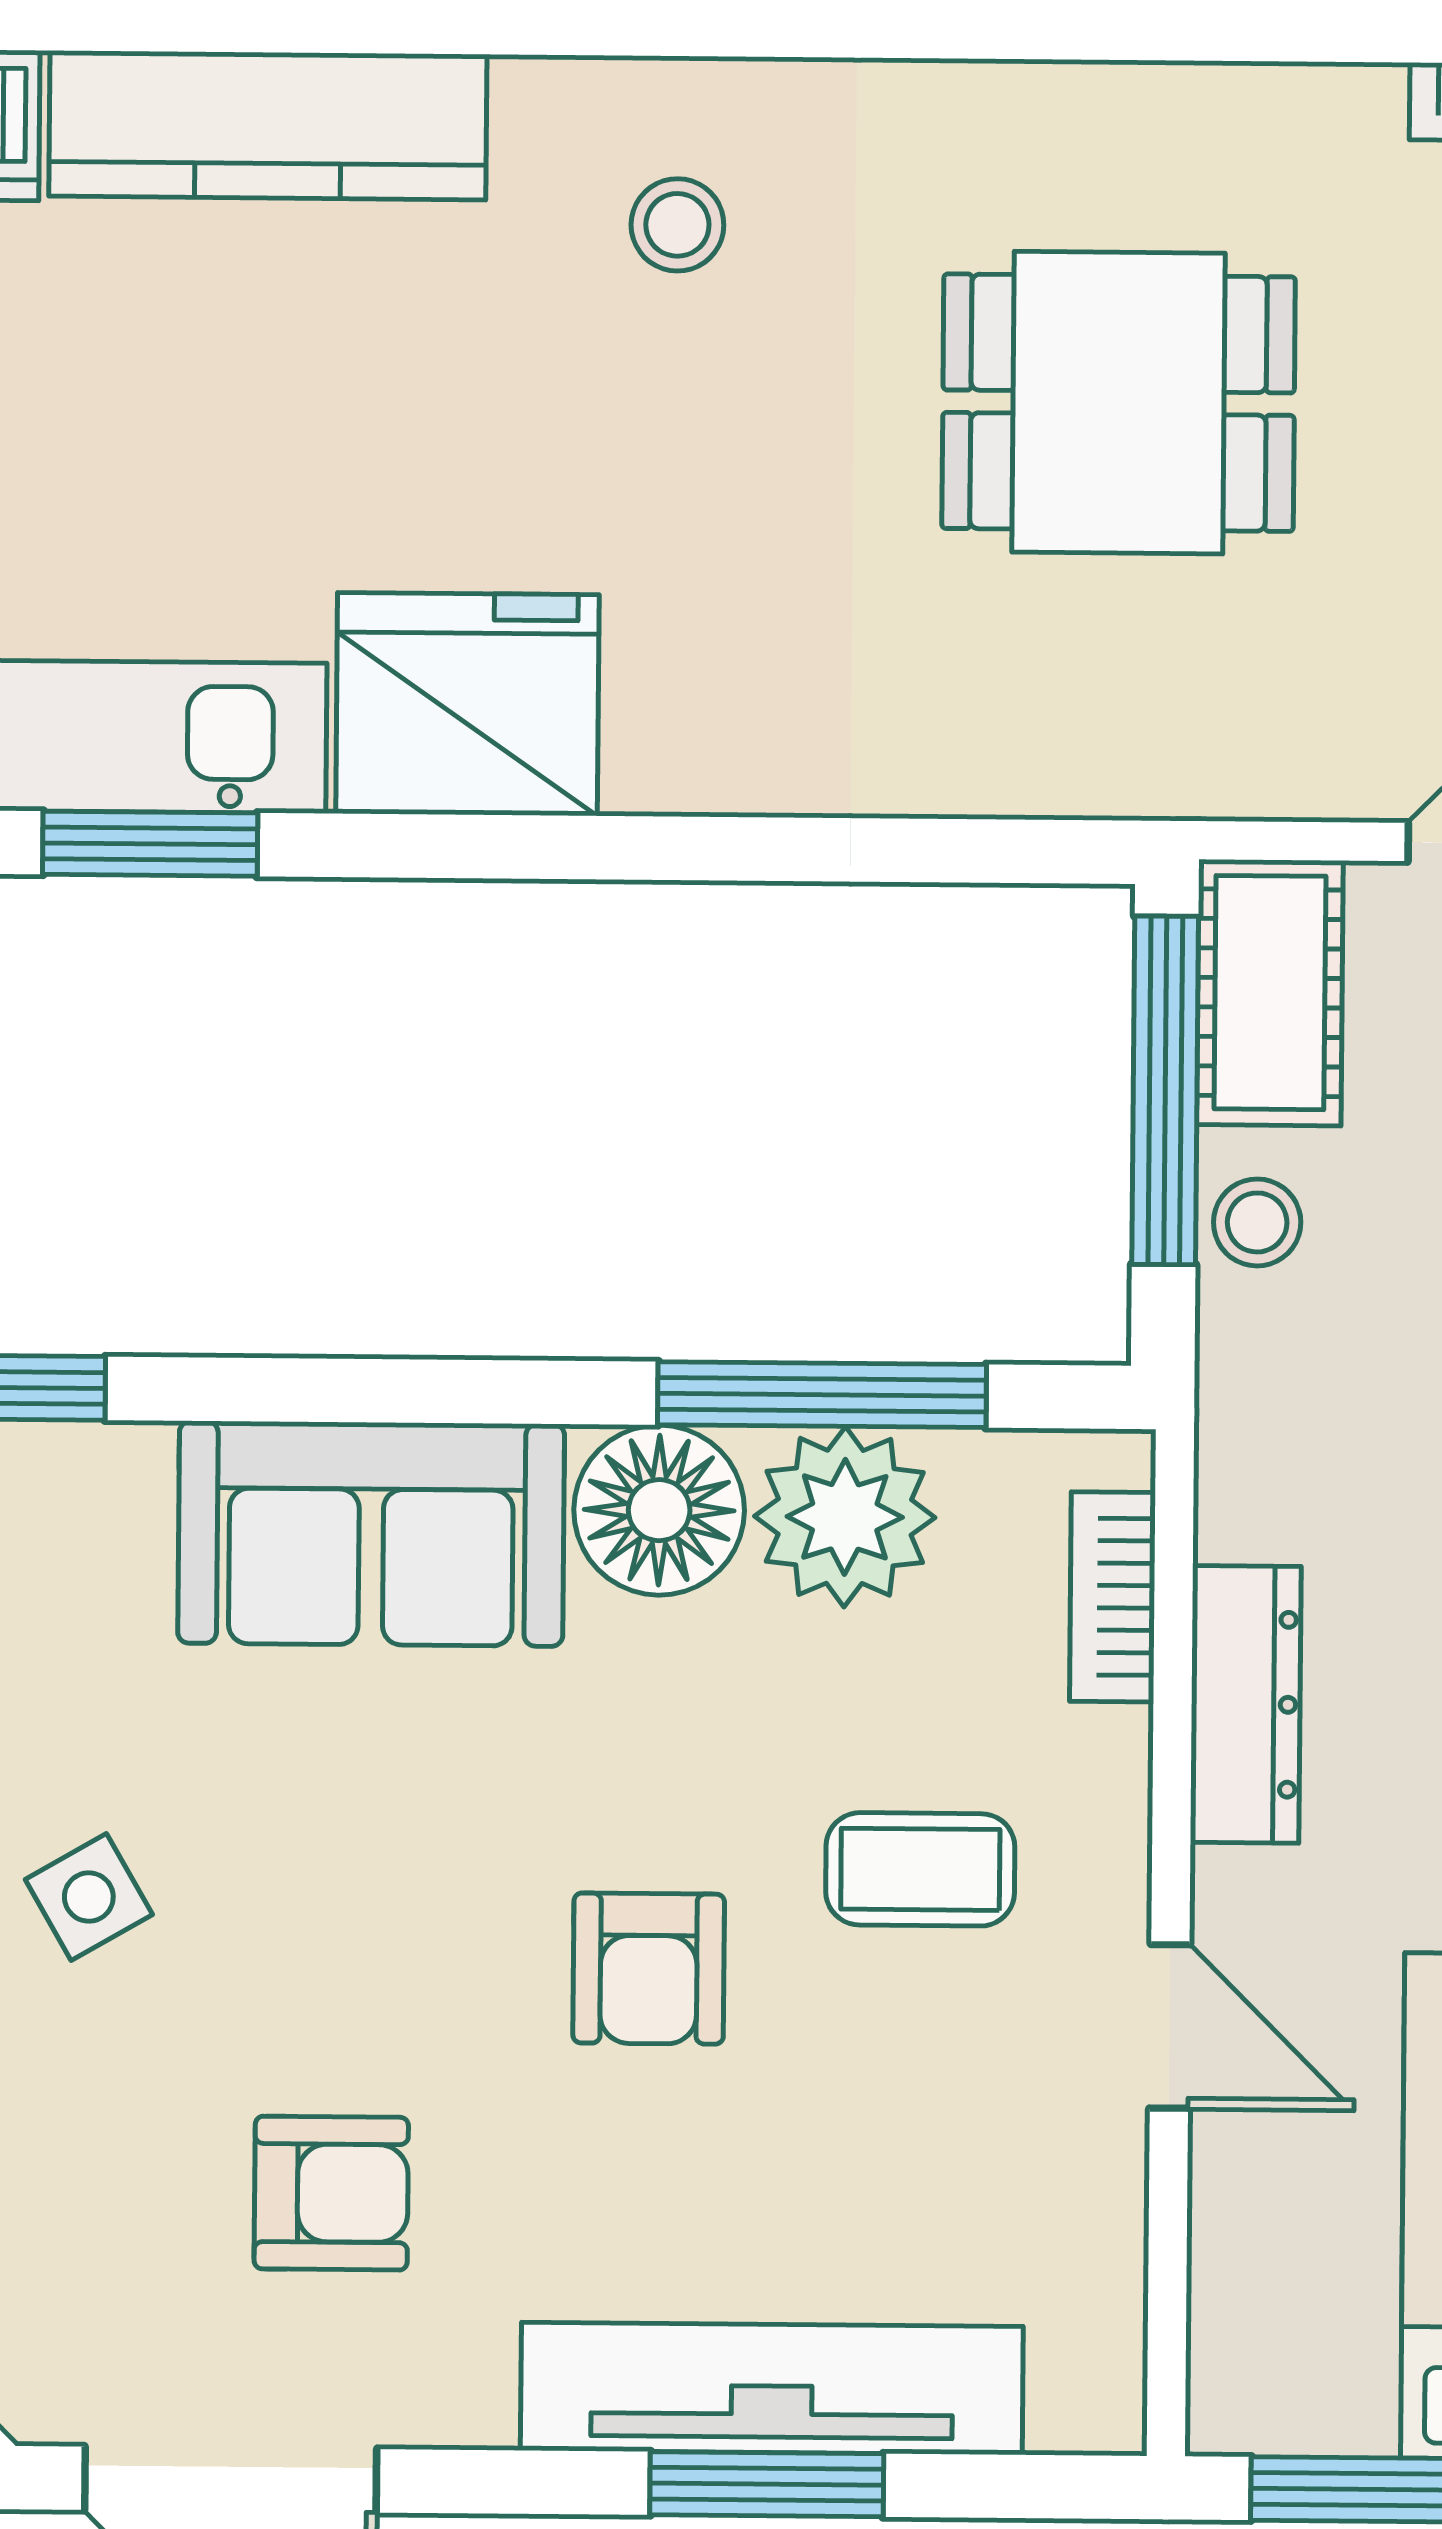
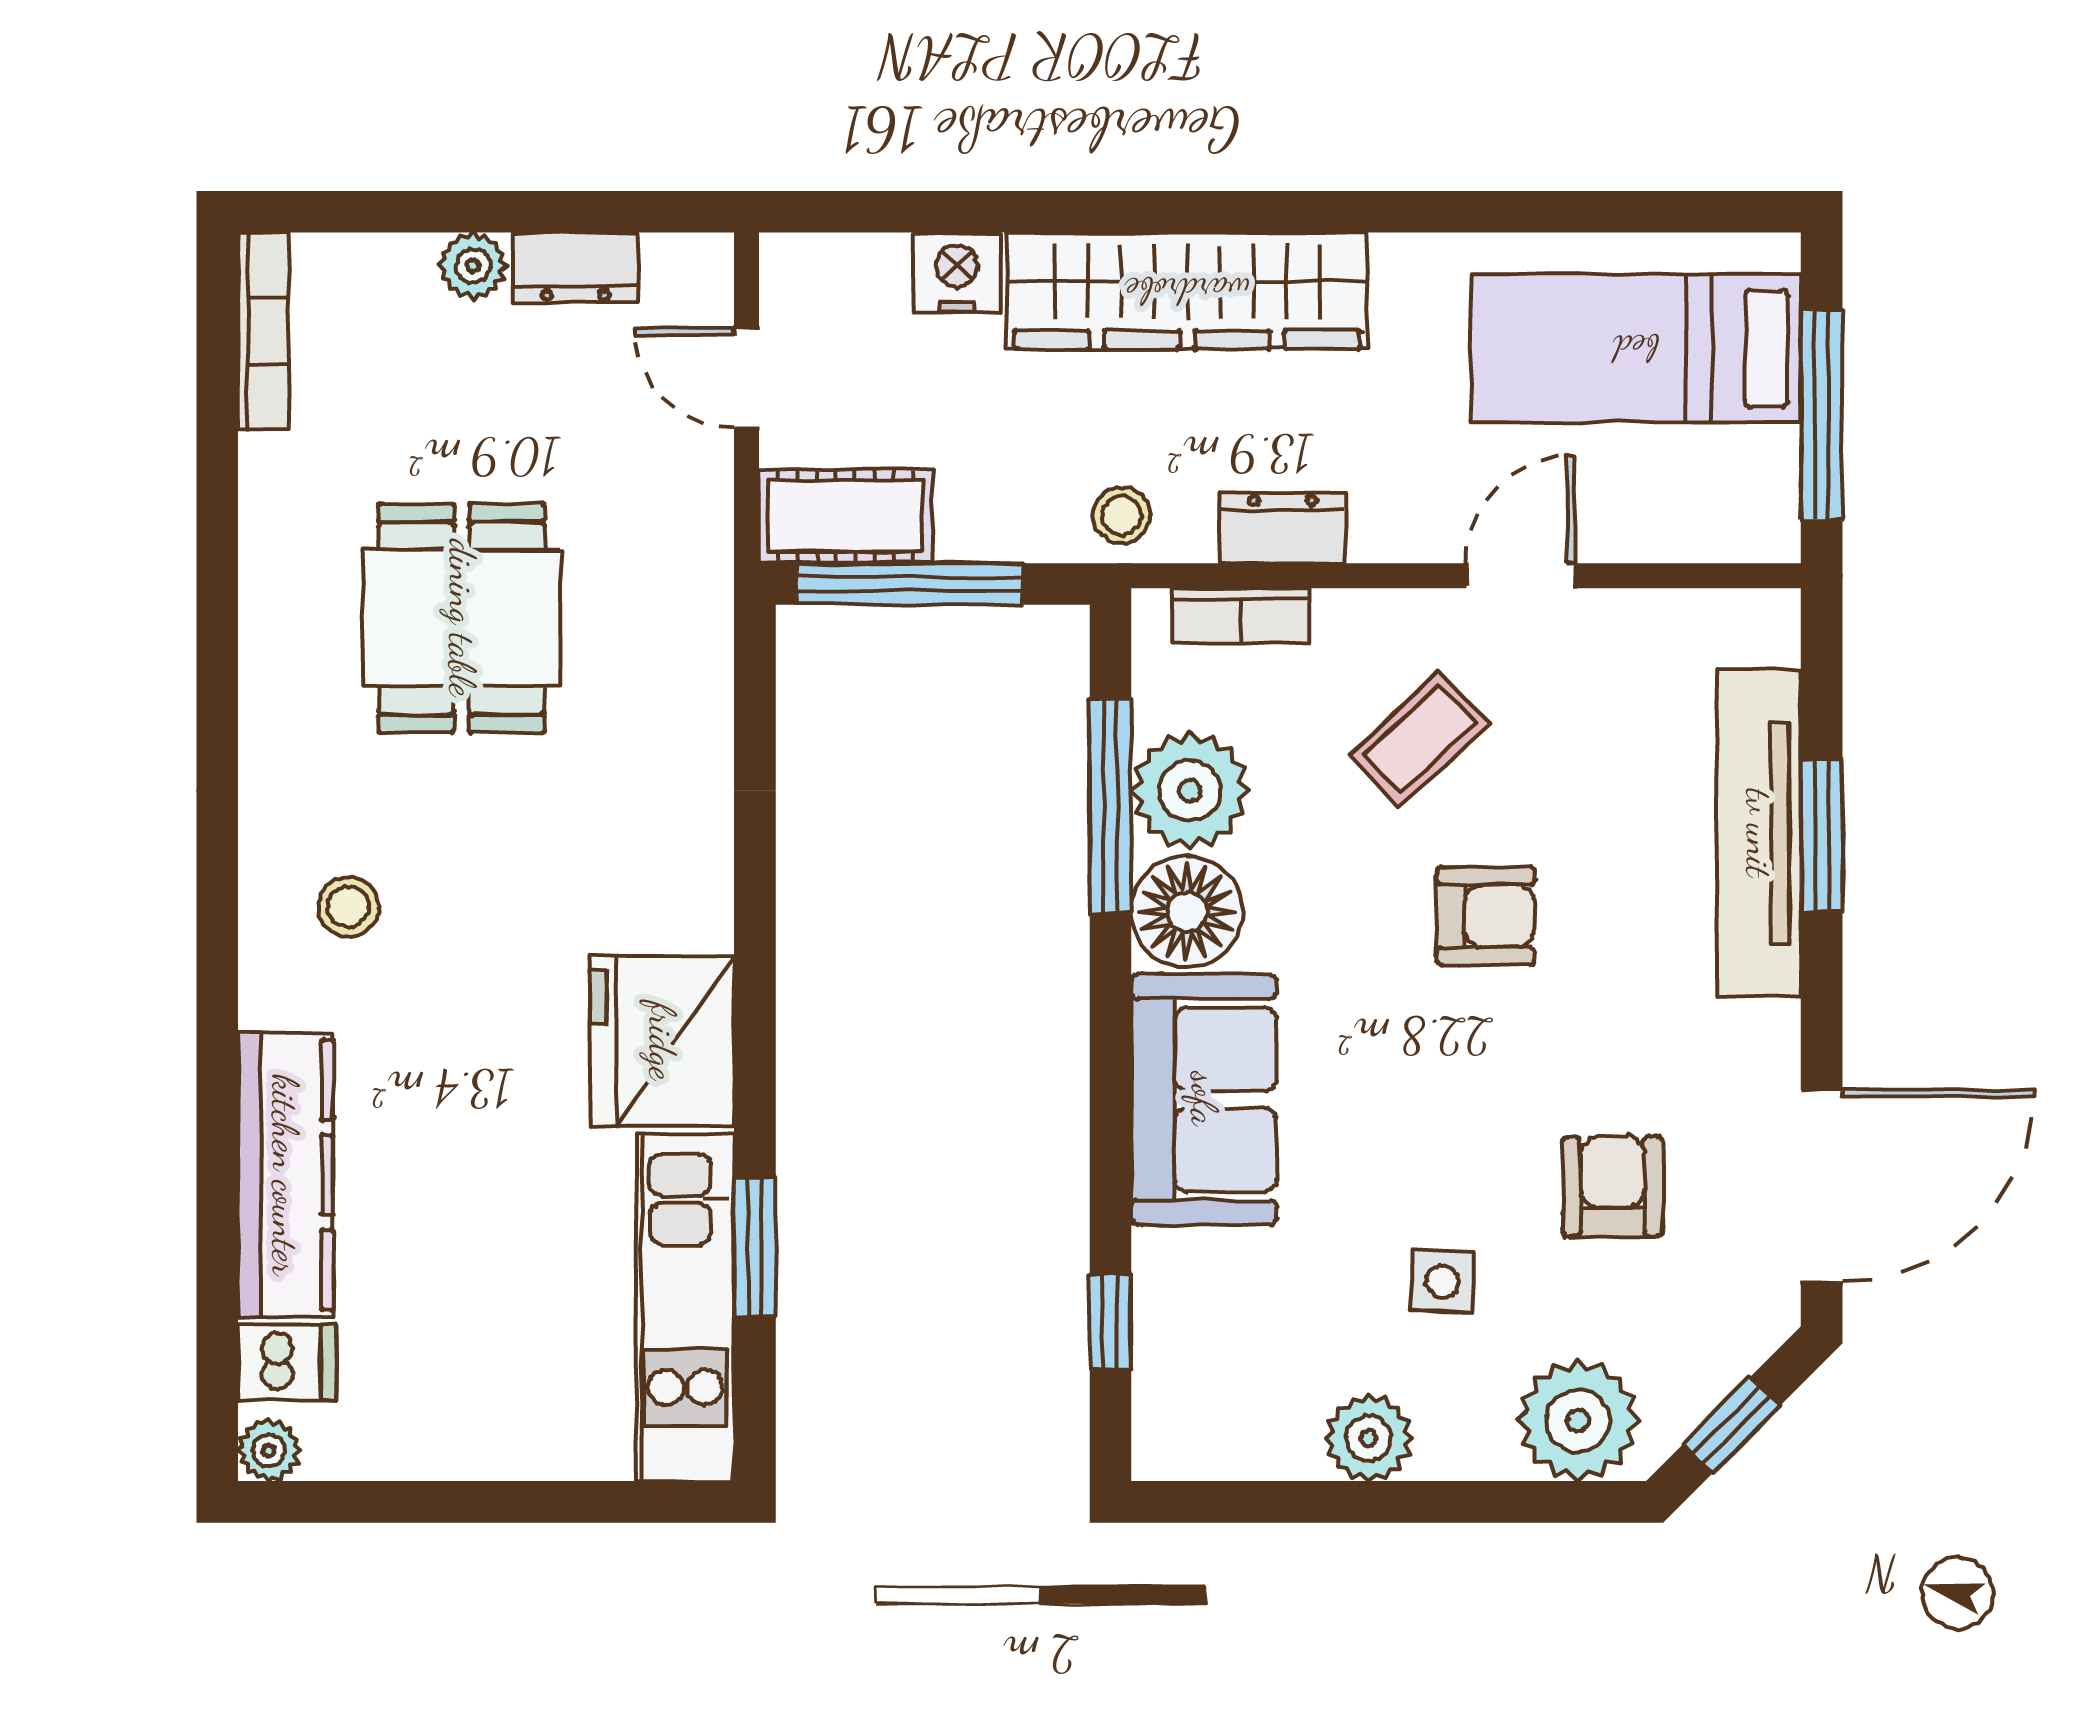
stool: (1257, 1222) -> (1122, 515), moved
dresser: (1246, 1704) -> (1283, 528), width x0.70
coffee table: (920, 1869) -> (1420, 739), turned 47
side table: (89, 1897) -> (1442, 1282), turned 32
armchair: (331, 2193) -> (1612, 1186), moved

